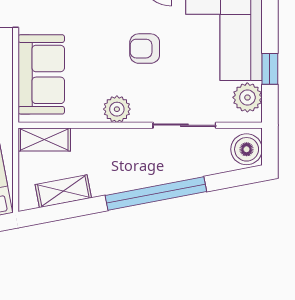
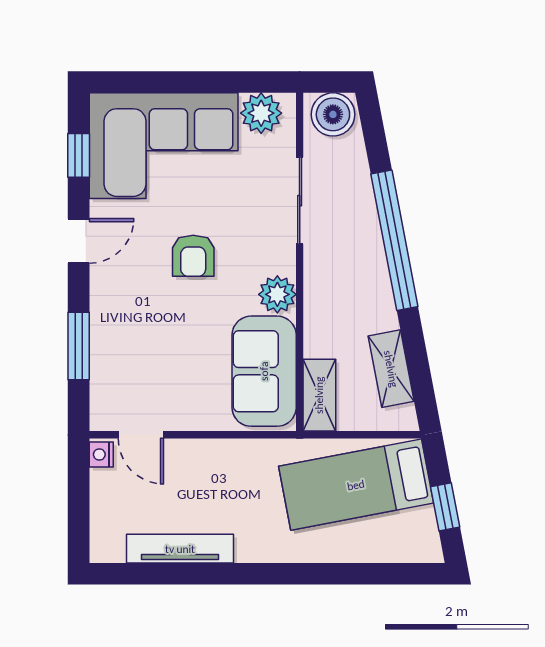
window: (270, 69) -> (221, 82), removed
sofa: (41, 74) -> (264, 371), moved, turned -90

